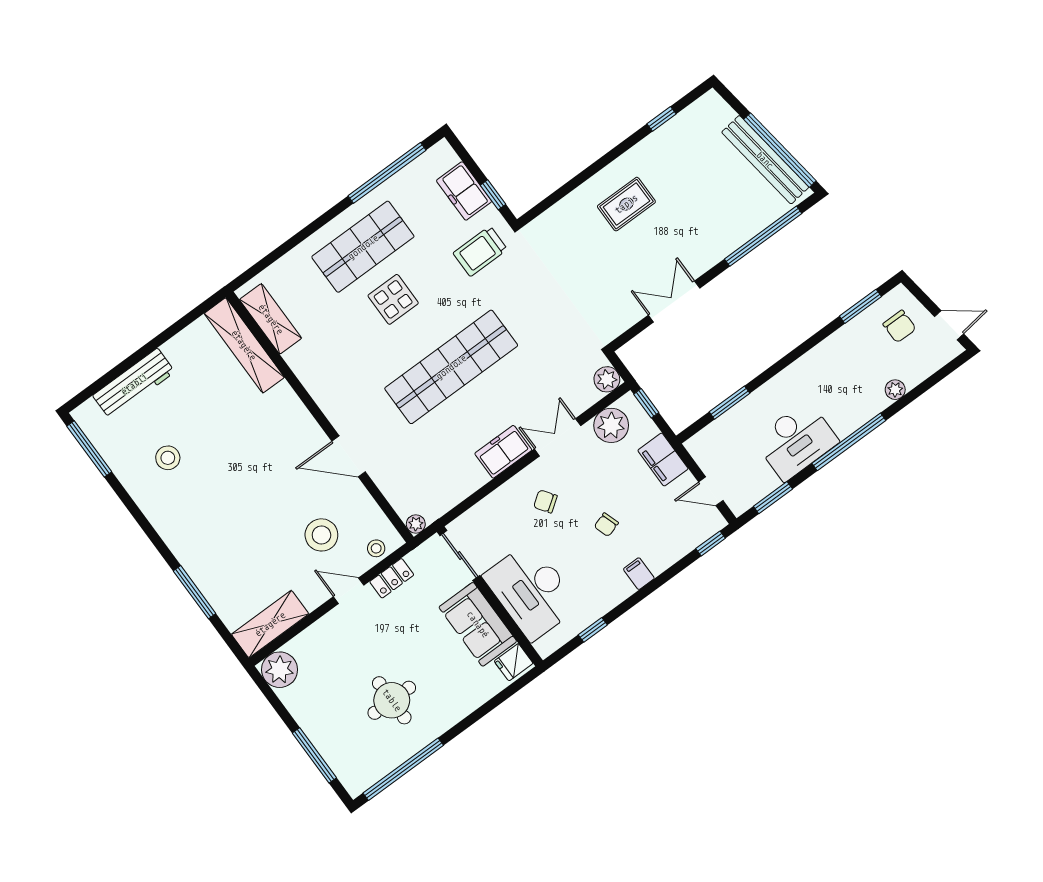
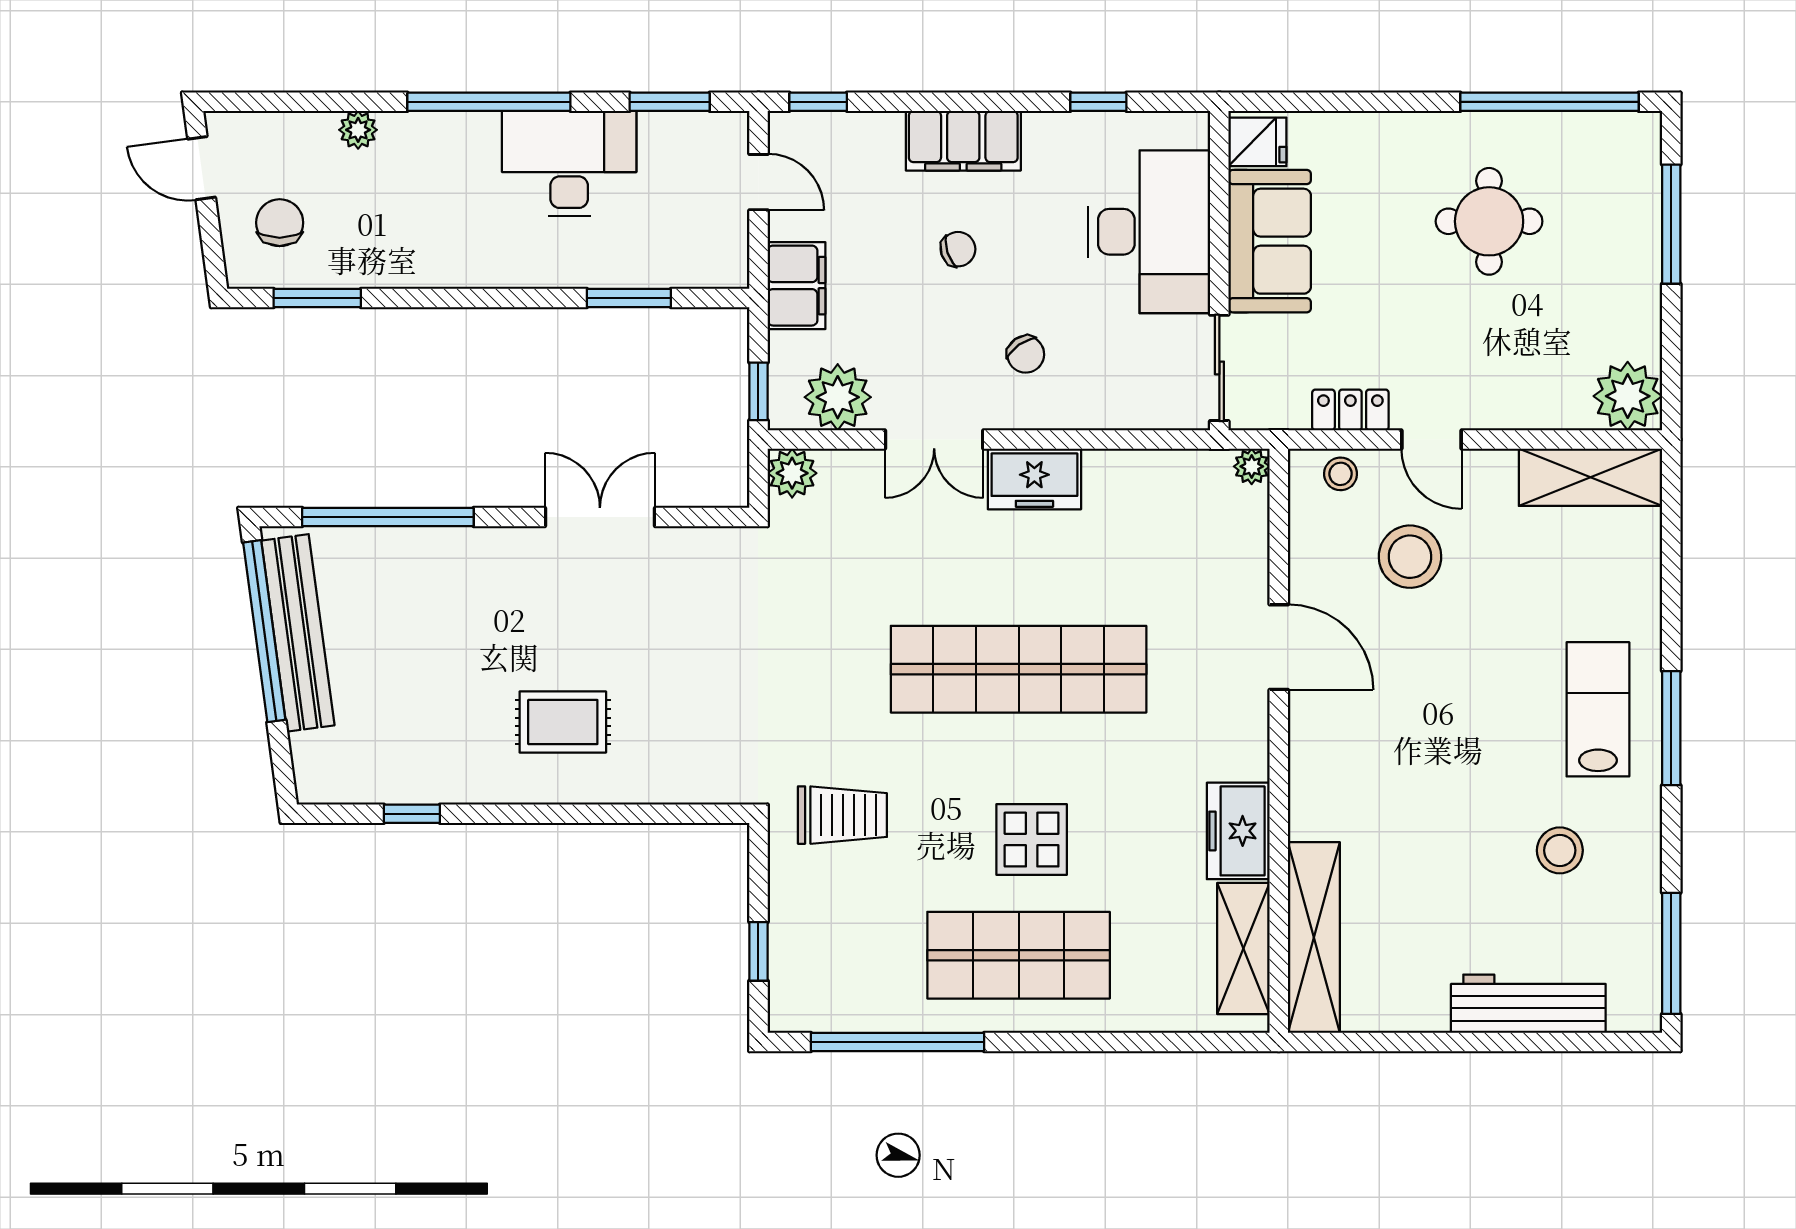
freezer: (464, 191) -> (1238, 831), moved, turned 180
window: (493, 195) -> (758, 951), moved
double door: (674, 302) -> (600, 517), swing flipped
lab bench: (195, 529) -> (1598, 709), added
filing cabinet: (639, 574) -> (963, 141), width x3.00, depth x1.17
window: (195, 592) -> (1671, 728), moved

